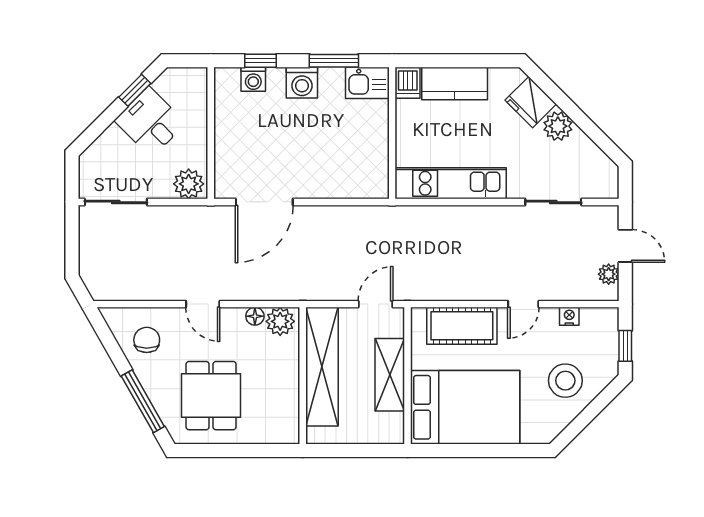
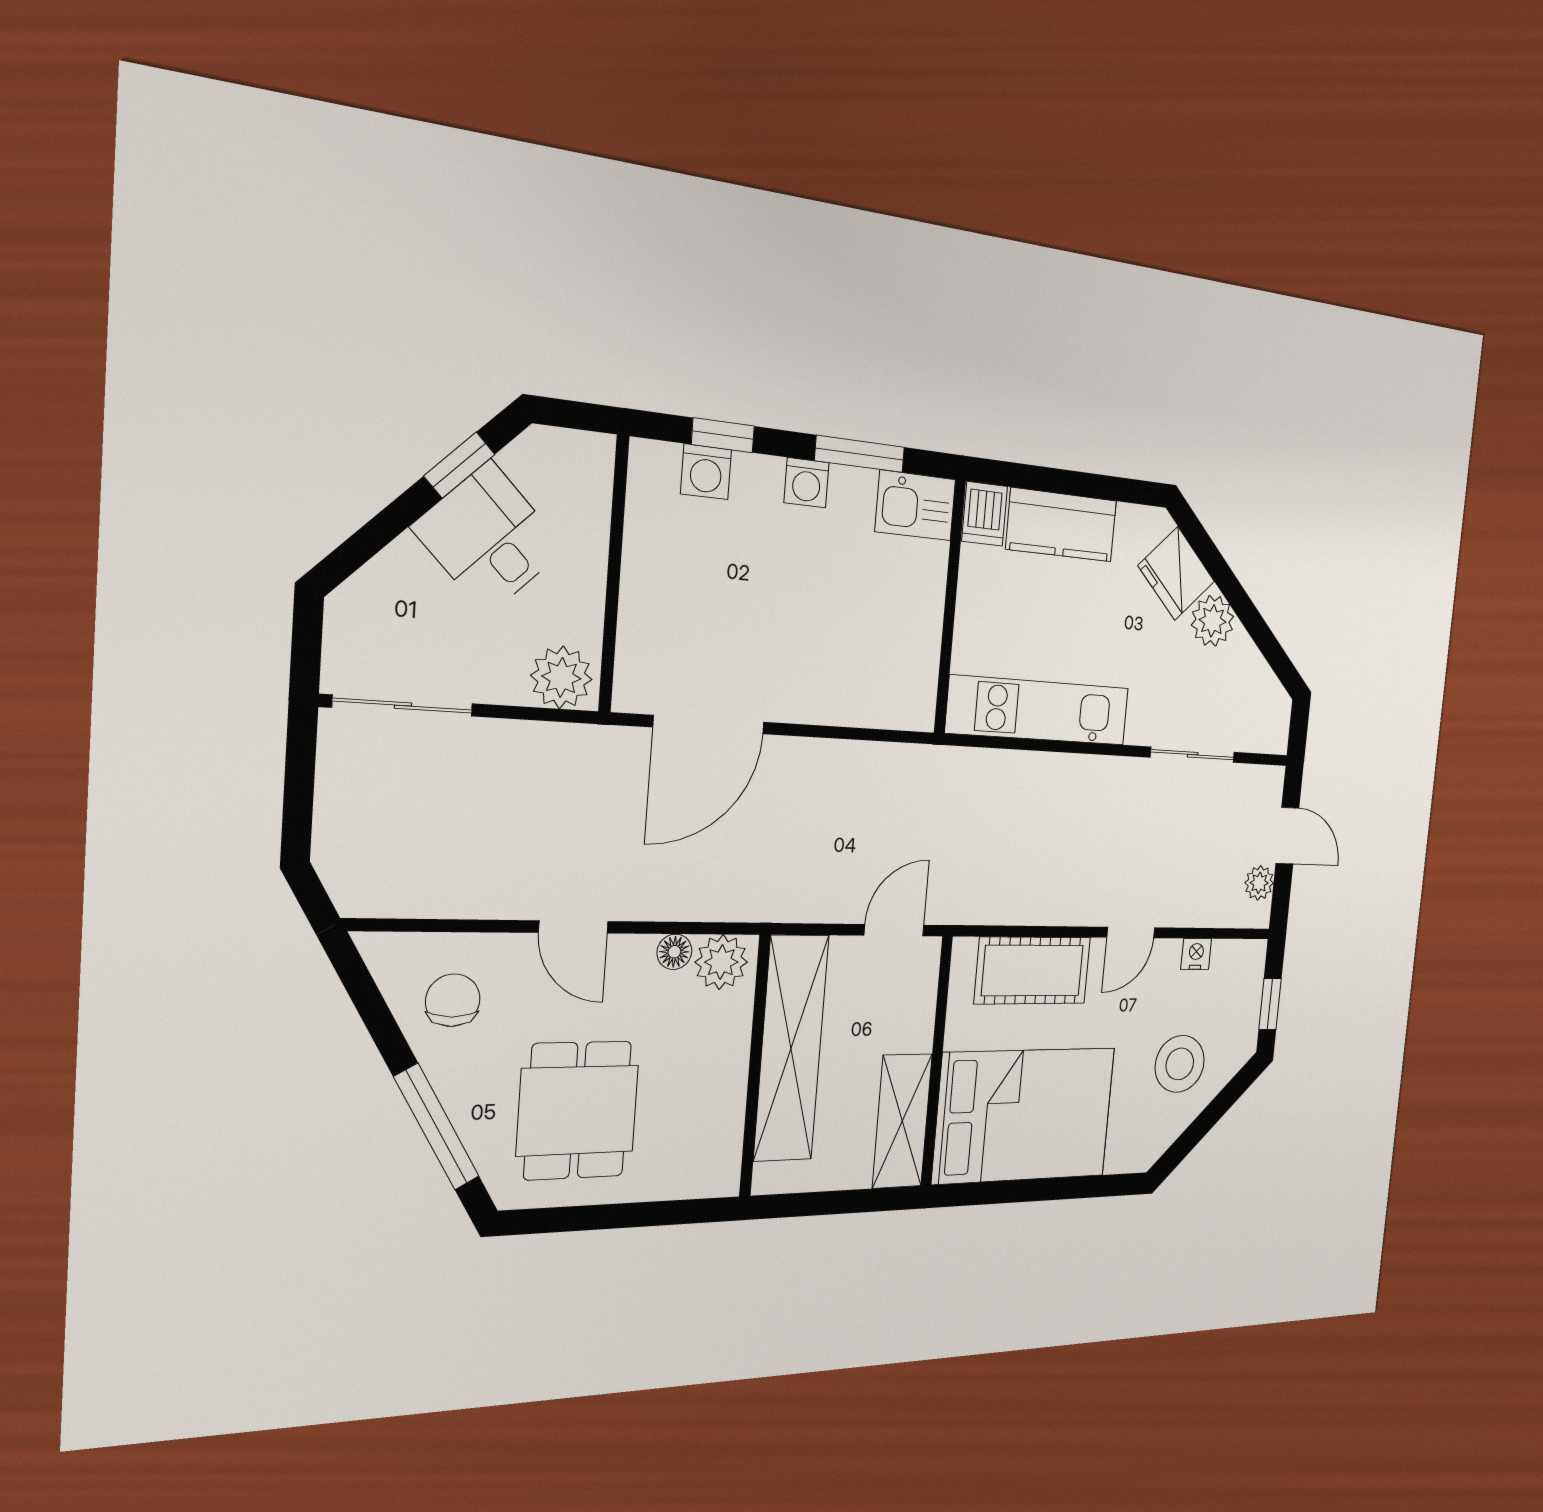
washing machine: (302, 83) -> (806, 483), width x0.73, depth x0.73
shelving: (390, 375) -> (902, 1121), moved

